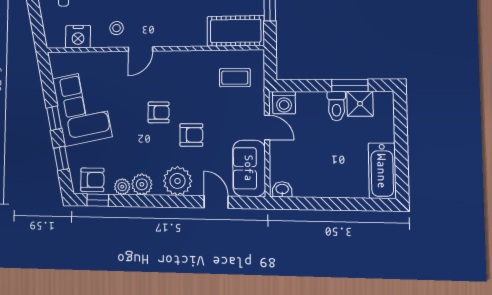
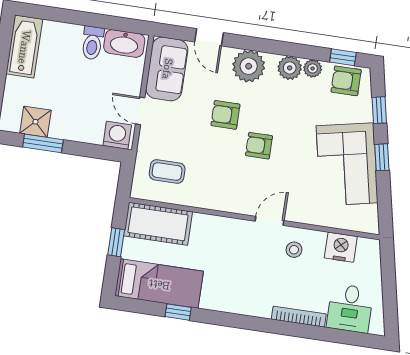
toilet: (336, 106) -> (92, 43), moved, turned 180
washbasin: (282, 189) -> (124, 43), width x1.91, depth x1.45

